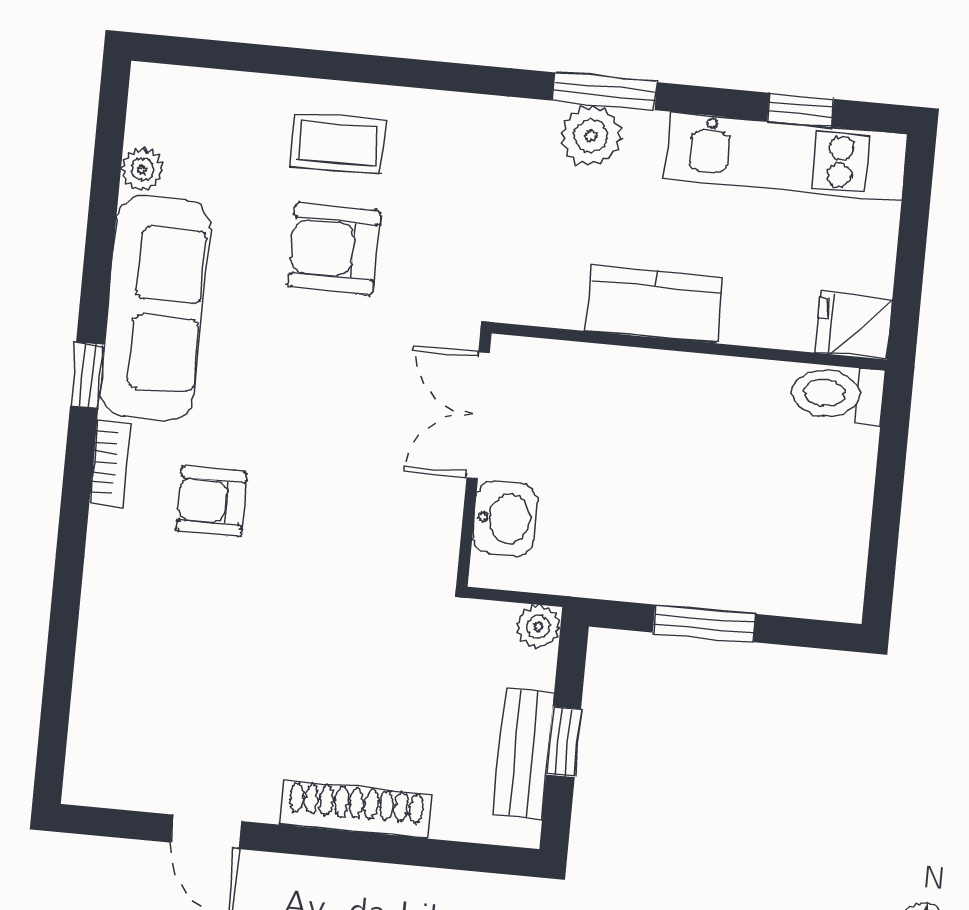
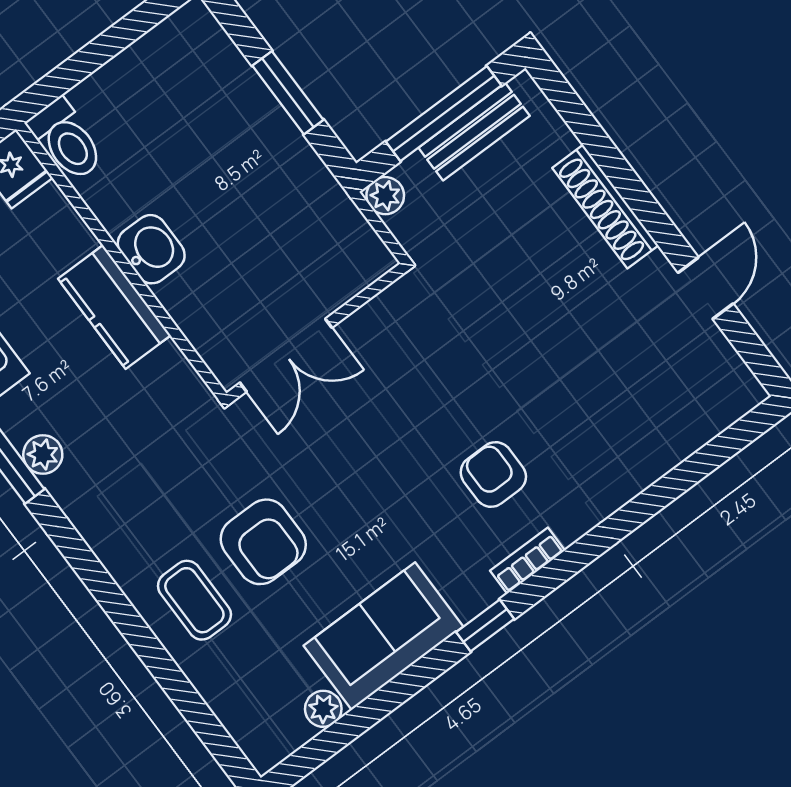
plant: (591, 136) -> (43, 454), width x0.73, depth x0.73
sofa: (155, 308) -> (383, 636), width x0.73
armchair: (212, 501) -> (493, 474), turned 180
washbasin: (505, 519) -> (151, 249), moved, turned 90
window: (564, 742) -> (444, 114), width x2.17

